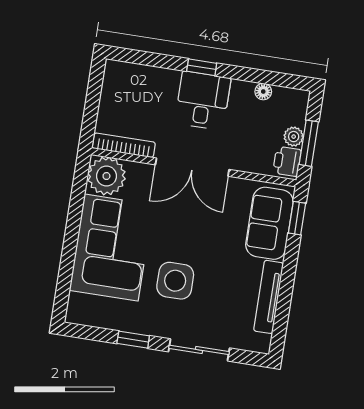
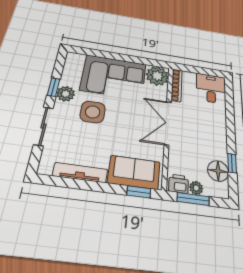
window: (202, 67) -> (232, 163), moved
floor lamp: (263, 92) -> (218, 171), width x1.89, depth x1.89
desk: (203, 101) -> (211, 88), moved, turned -90
plant: (145, 321) -> (66, 94), added

